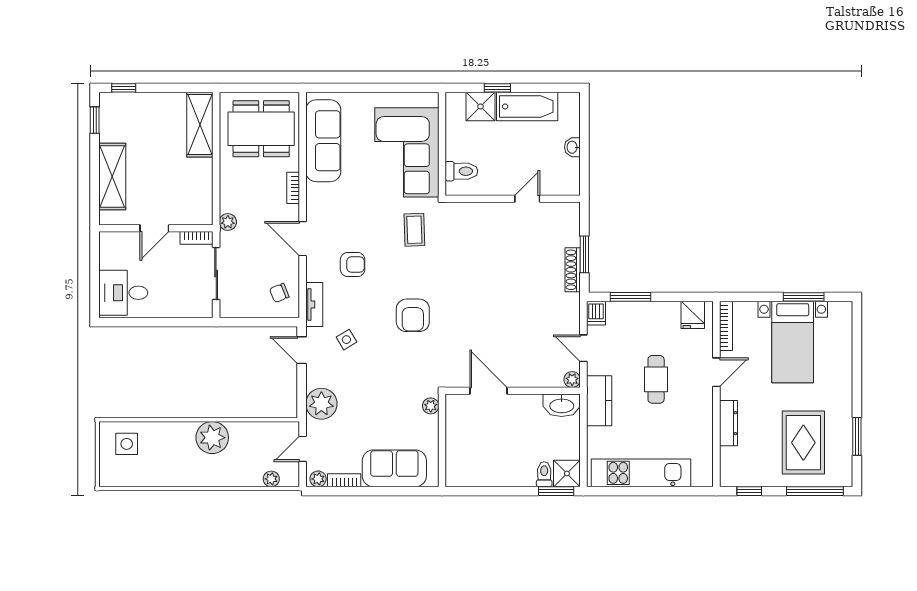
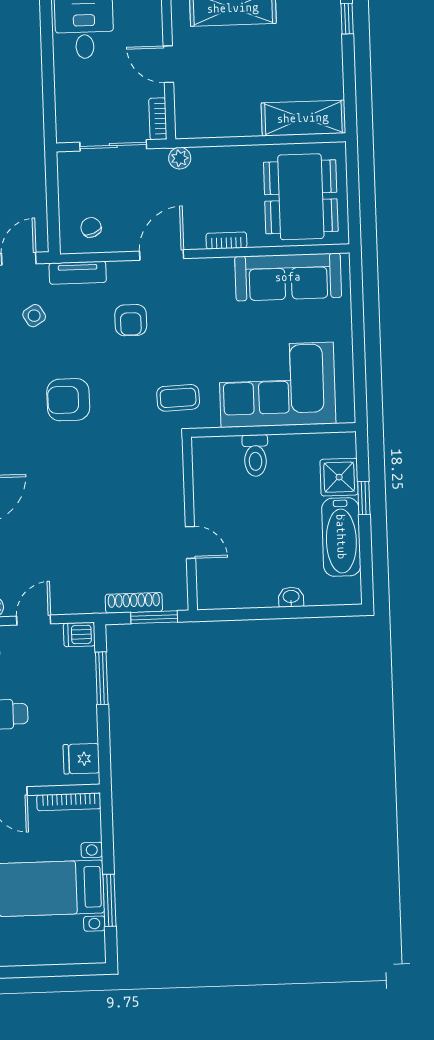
wall: (513, 199) -> (190, 524), moved
door: (527, 199) -> (190, 542), moved

